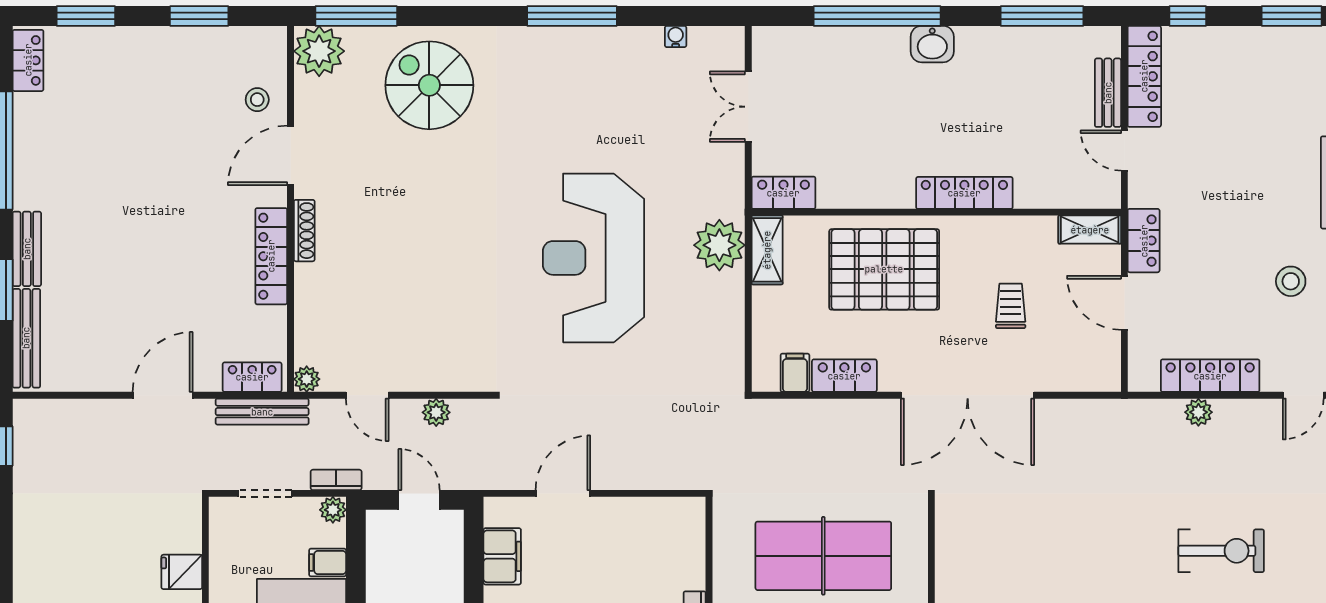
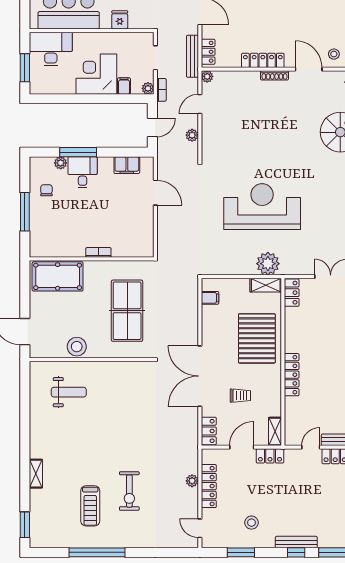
locker: (844, 376) -> (209, 431), moved

